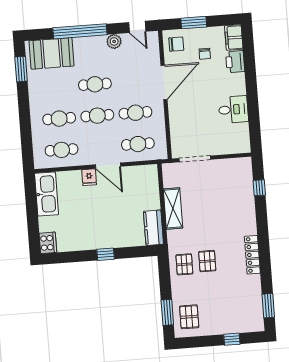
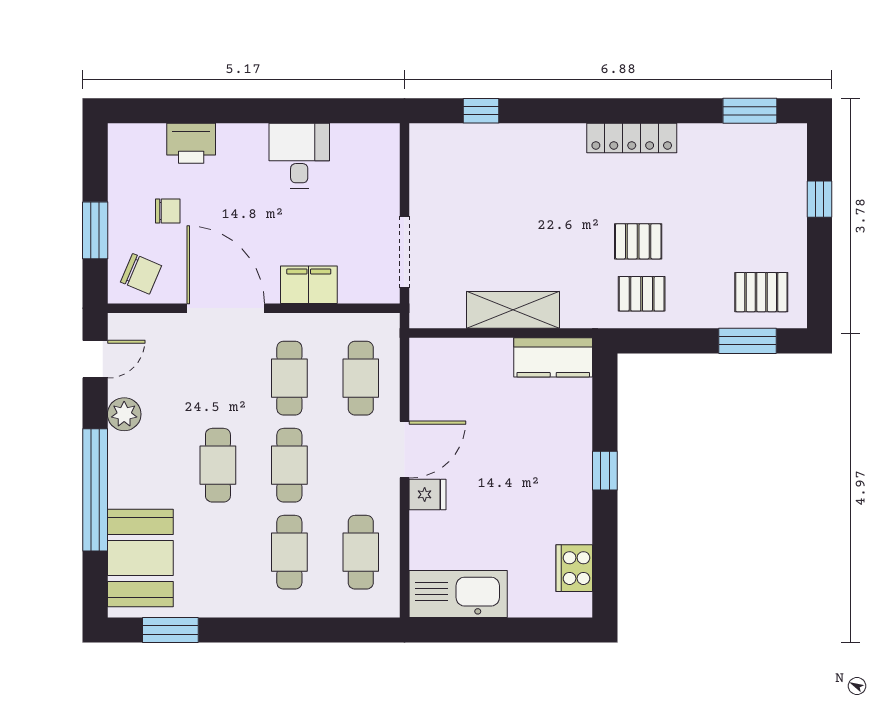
filing cabinet: (234, 38) -> (309, 285), moved, turned 180
chair: (176, 44) -> (141, 274), turned 113
cooker: (48, 243) -> (574, 568), moved, turned -90

